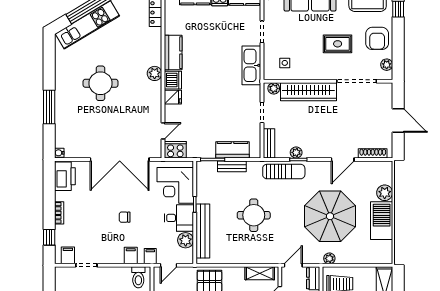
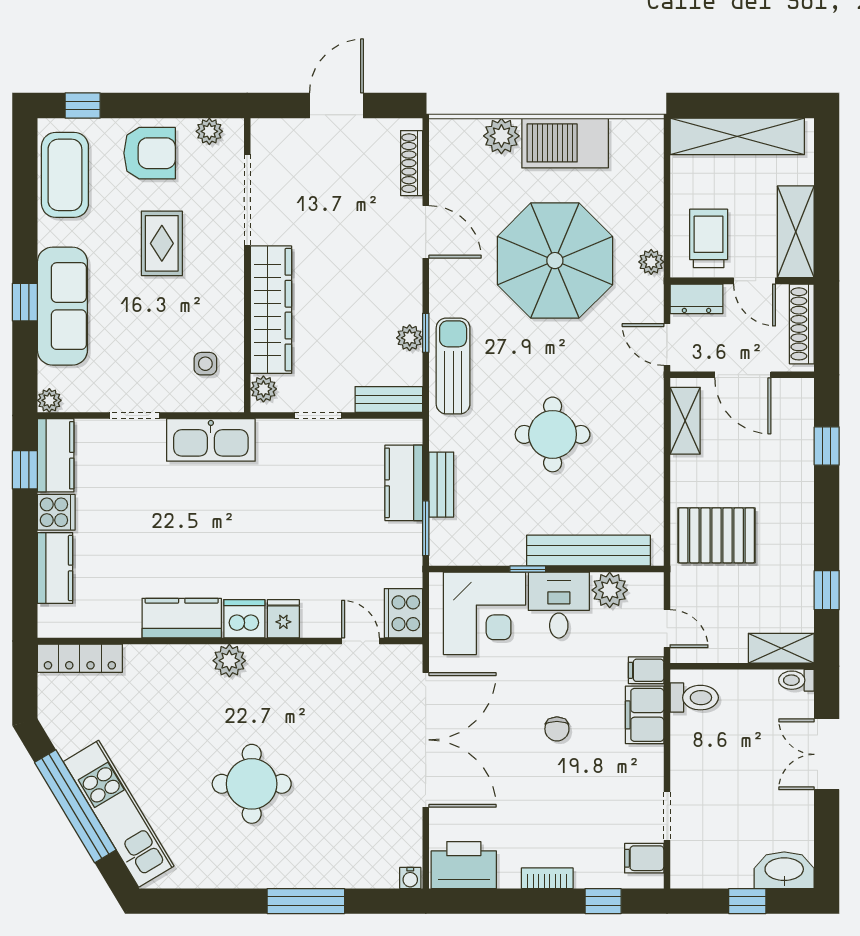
filing cabinet: (131, 256) -> (645, 715), width x2.00

